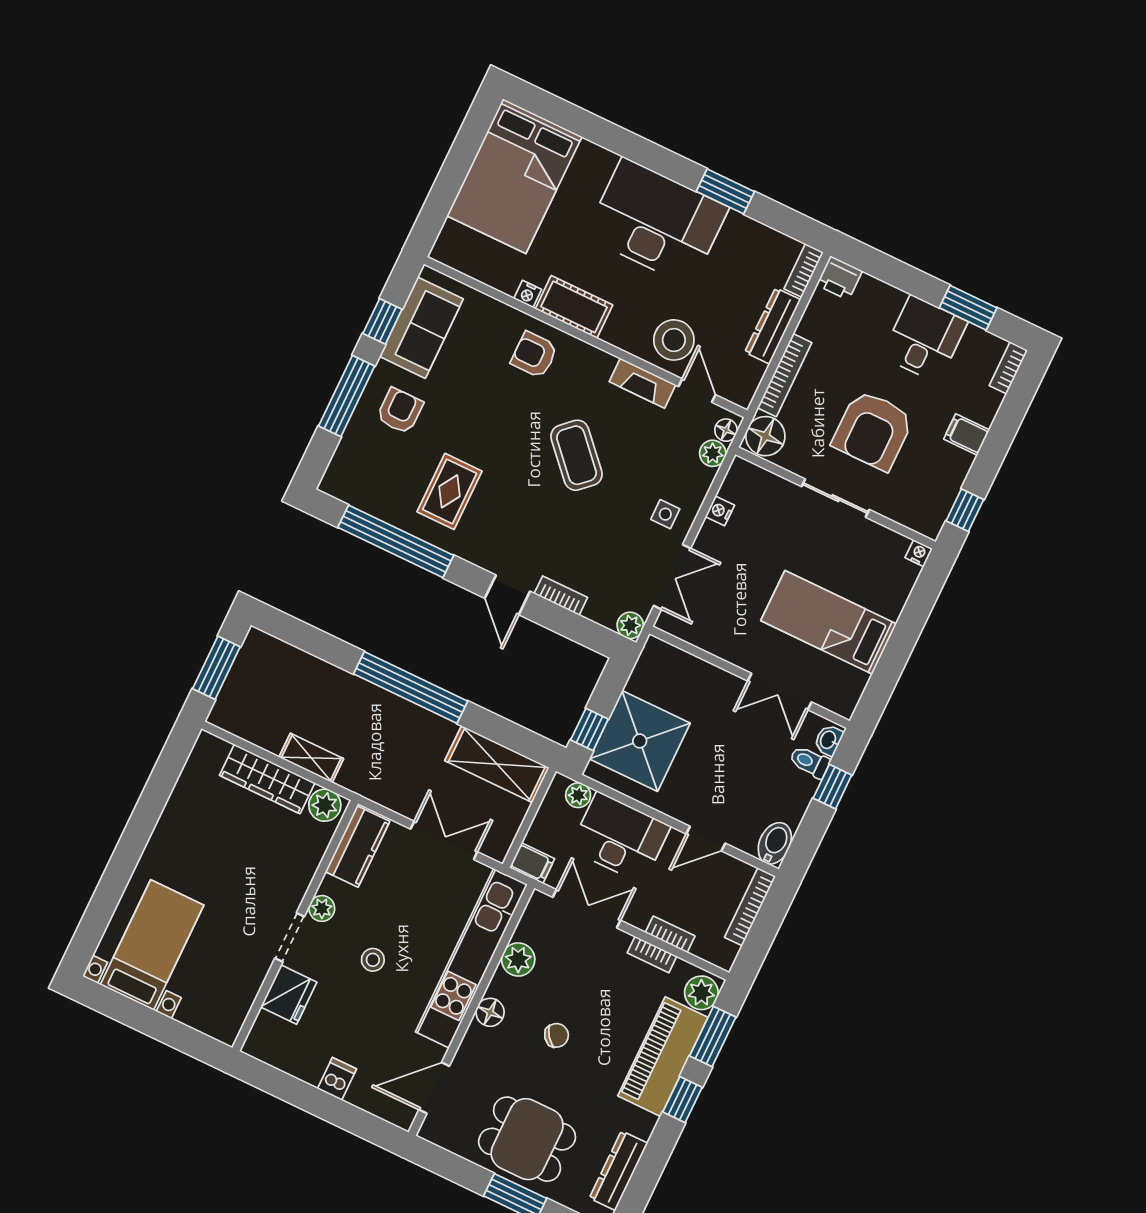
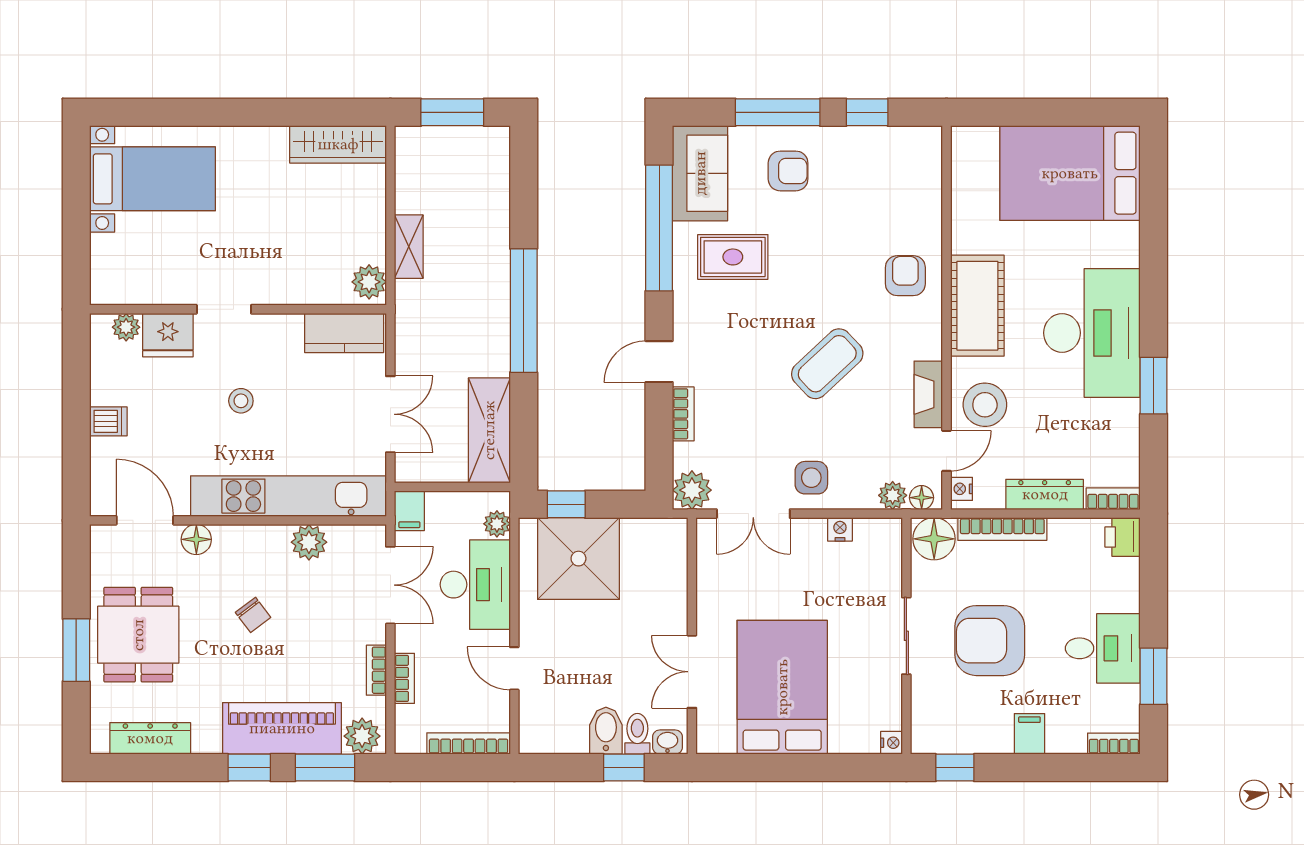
nightstand: (528, 294) -> (961, 489), moved
cot: (574, 307) -> (977, 306), width x1.37, depth x1.34
sofa: (421, 328) -> (700, 173), moved, turned -90
side table: (665, 514) -> (811, 478), width x1.37, depth x1.37
bed: (829, 622) -> (782, 687), width x1.50
plant: (630, 625) -> (692, 490), width x1.38, depth x1.38
wardrobe: (267, 779) -> (338, 144), moved, turned -90
bidet: (775, 843) -> (606, 731), moved, turned -90
plant: (322, 908) -> (126, 327), moved
floor lamp: (490, 1012) -> (196, 539), moved

